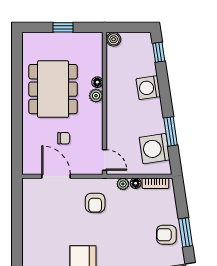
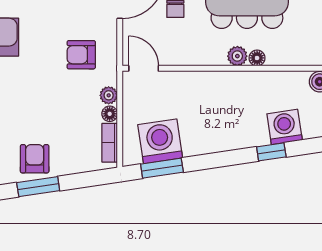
window: (159, 52) -> (271, 152), moved
washing machine: (148, 88) -> (285, 127), moved
window: (171, 131) -> (162, 168), moved
door: (104, 160) -> (144, 68), swing flipped

